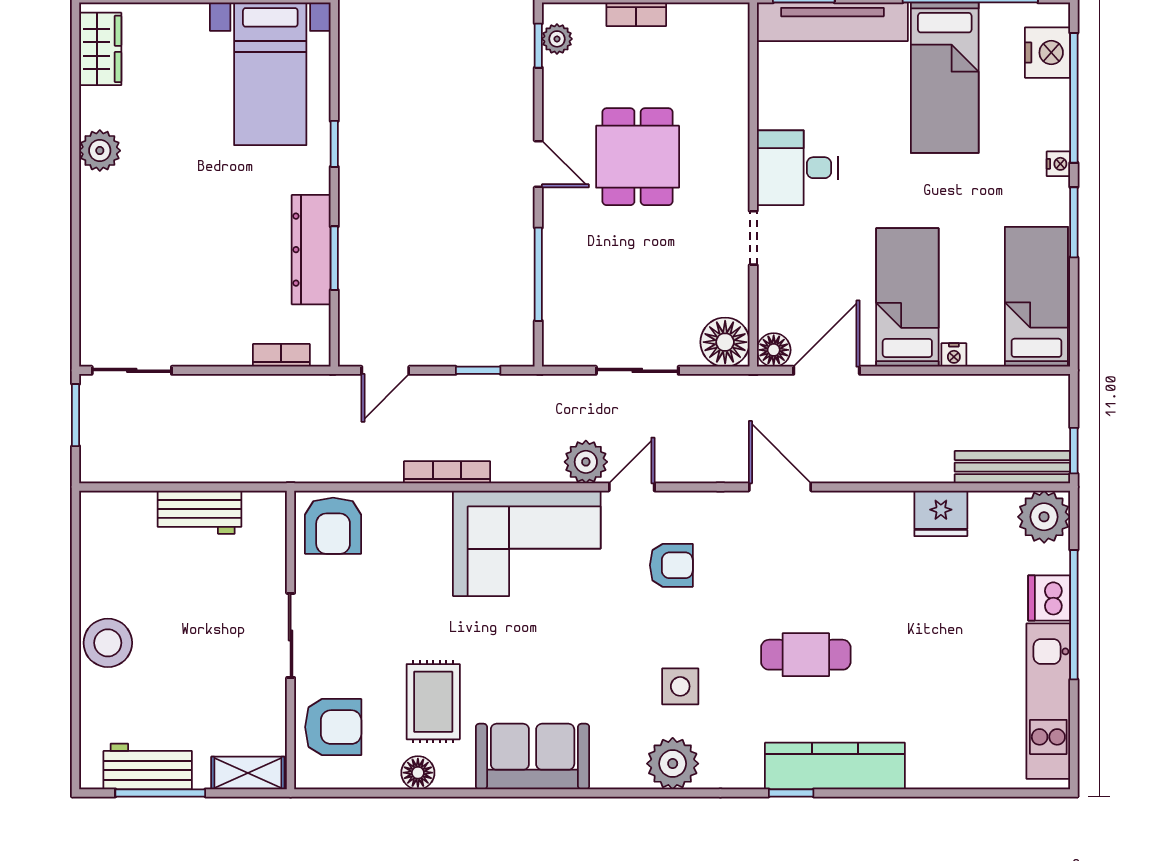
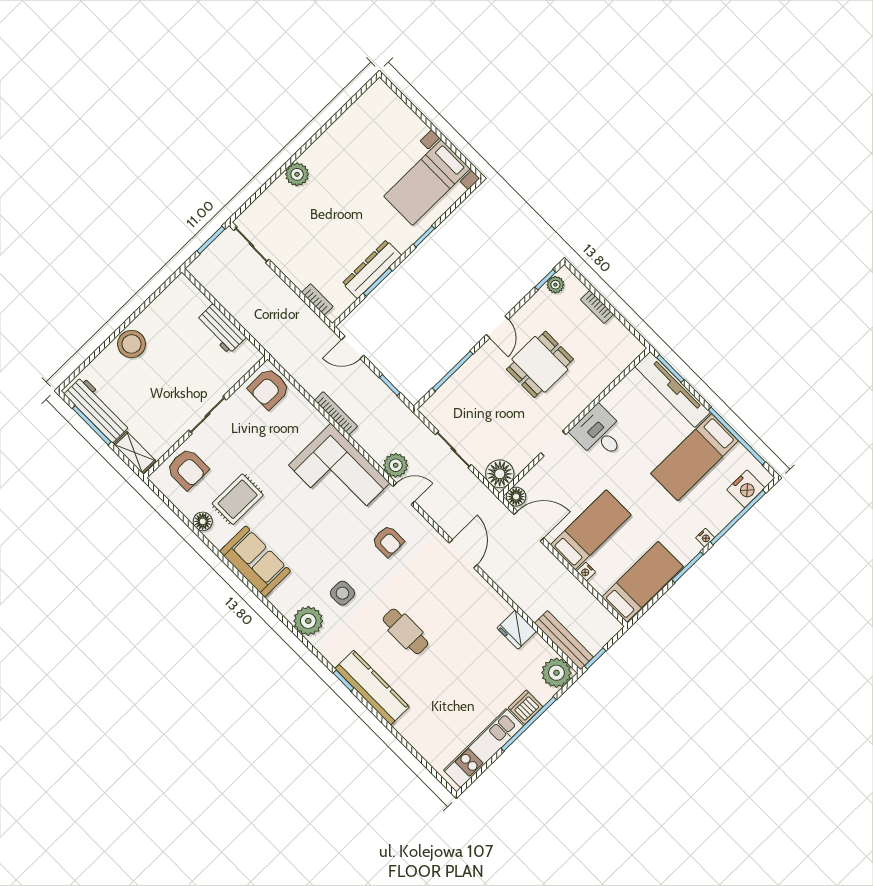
wardrobe: (100, 49) -> (369, 104), removed
plant: (100, 151) -> (297, 174), moved
workbench: (148, 766) -> (97, 409), width x1.37

